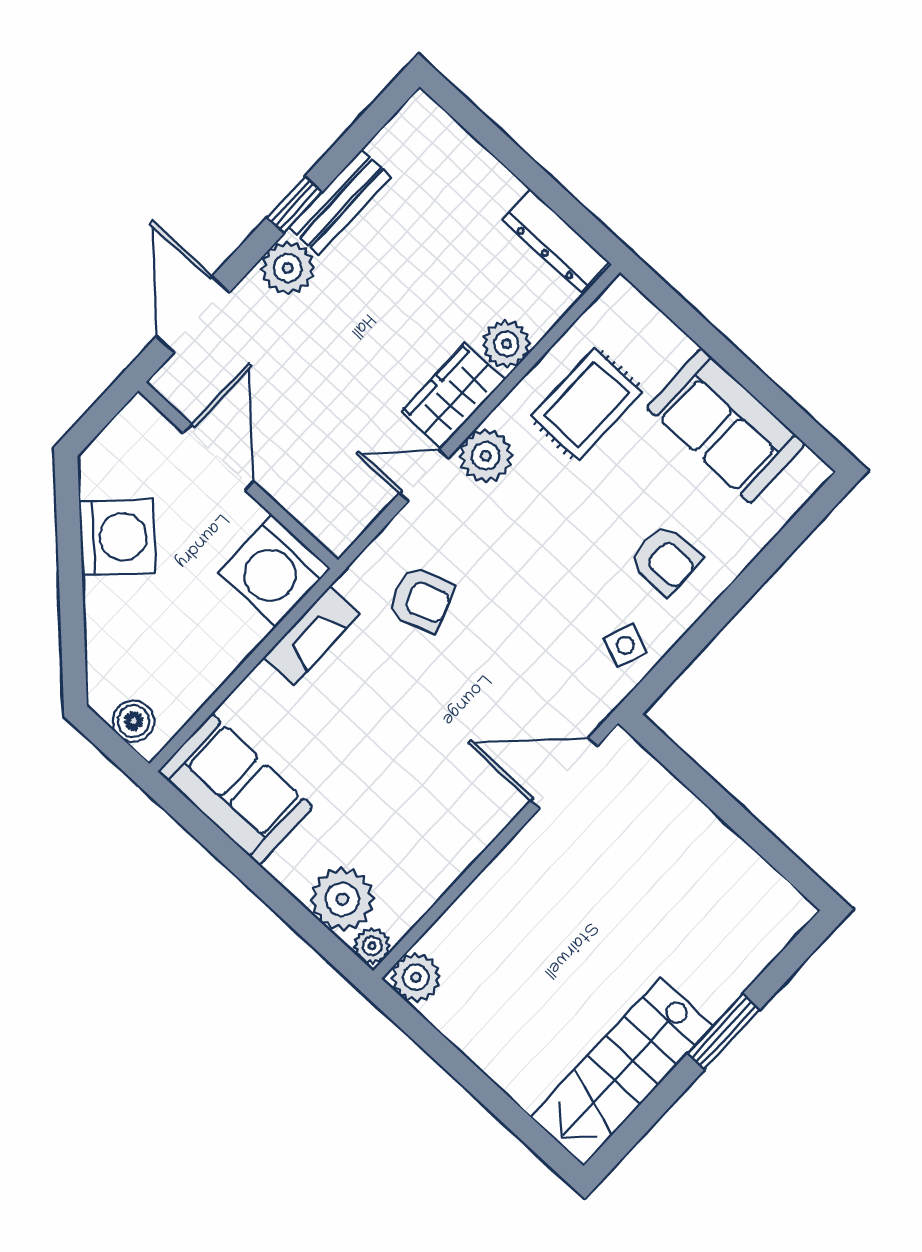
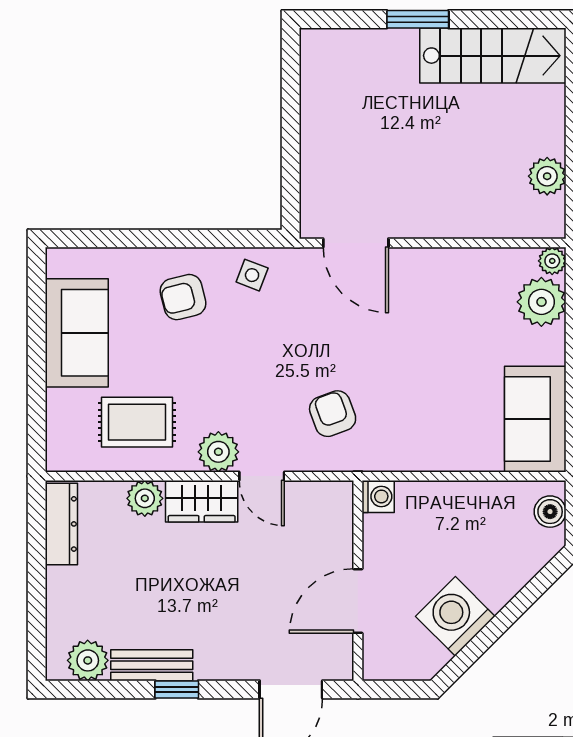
plant: (288, 268) -> (88, 660), moved
armchair: (666, 559) -> (183, 297), turned -104
washing machine: (274, 571) -> (378, 496), width x0.53, depth x0.53
fireplace: (312, 636) -> (410, 456), removed
plant: (416, 977) -> (547, 176), moved

